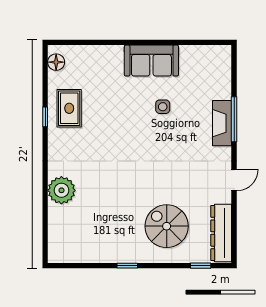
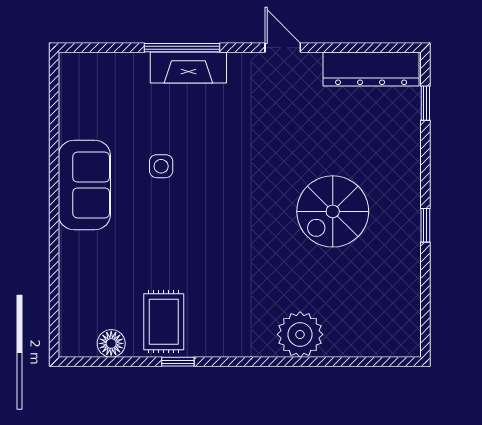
floor lamp: (56, 62) -> (111, 343), moved
rug: (69, 108) -> (164, 322), turned 90
spiral stairs: (167, 226) -> (333, 211), moved

